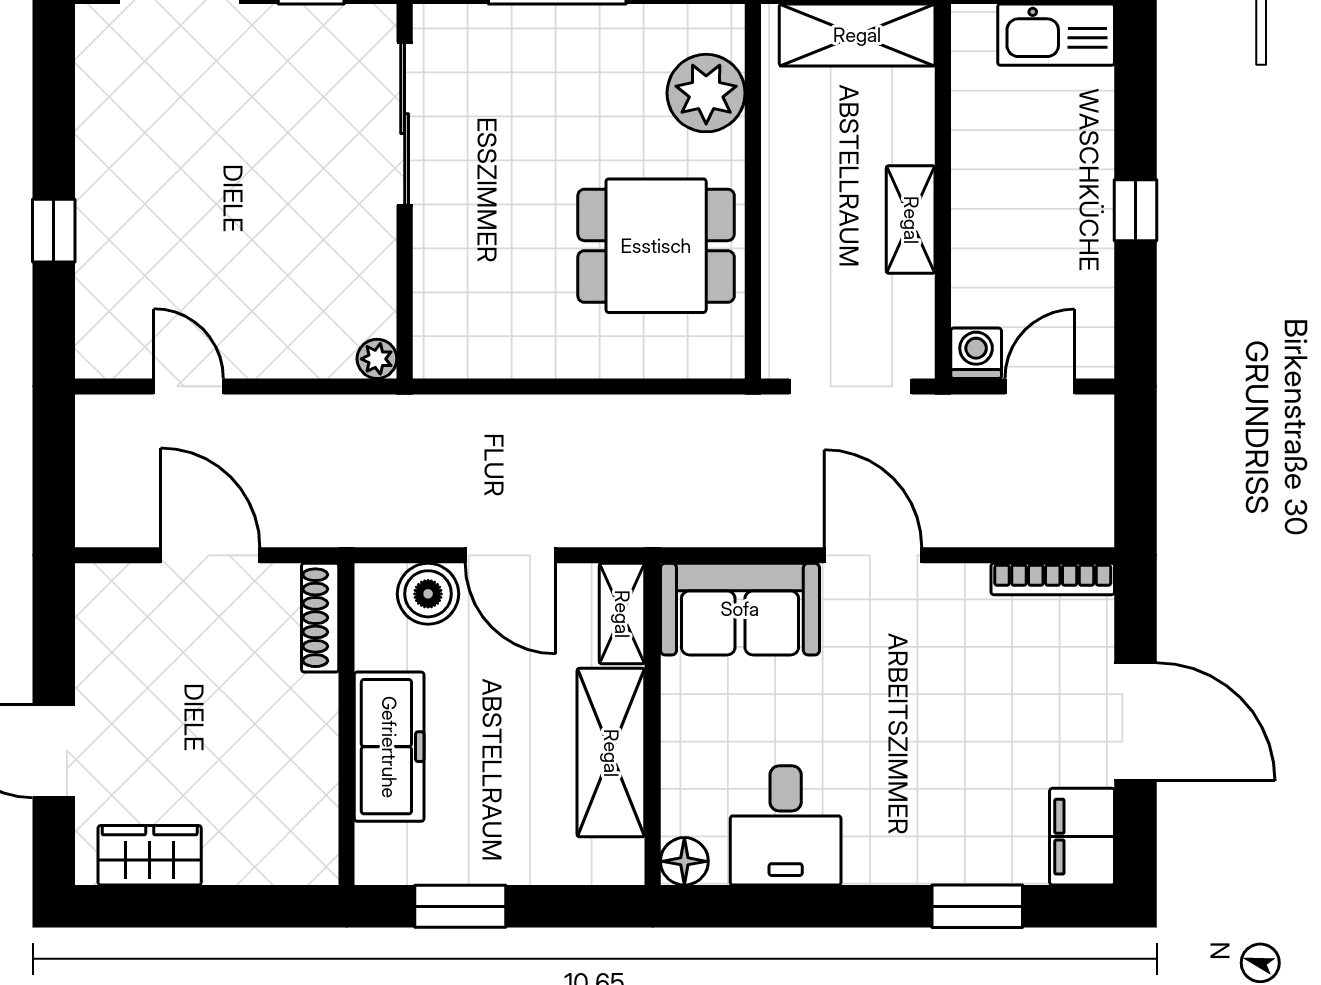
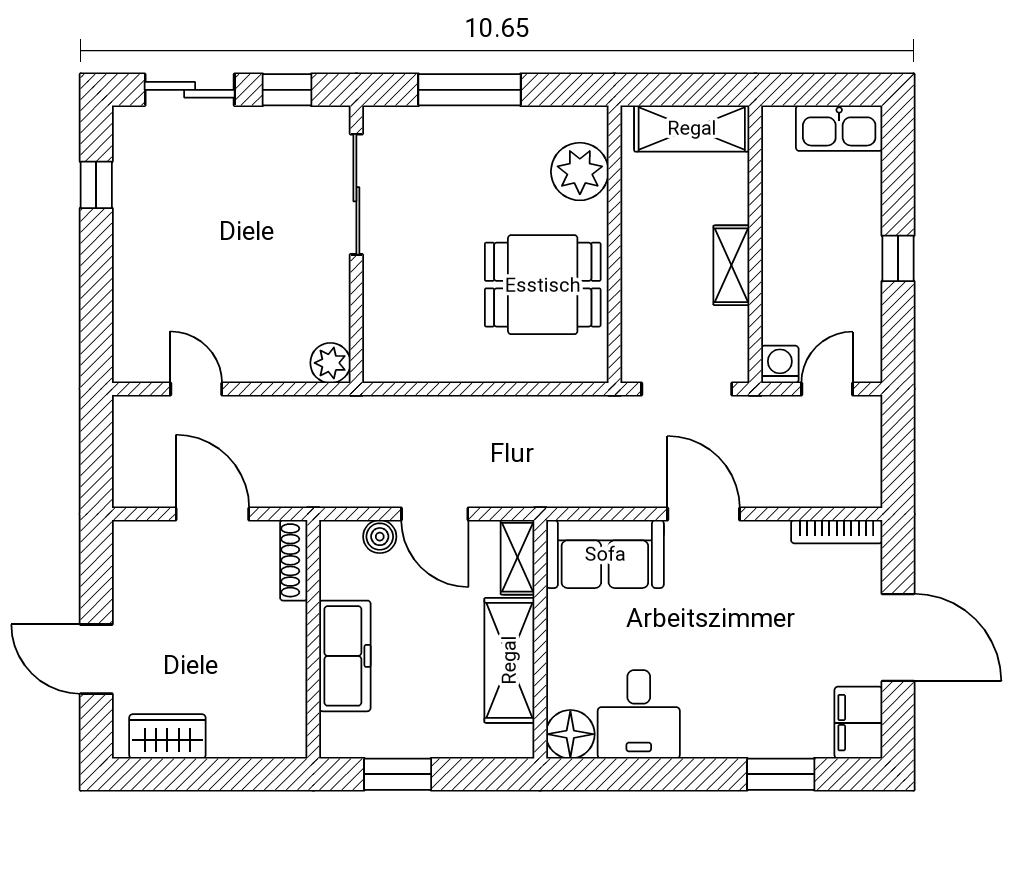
window: (54, 231) -> (96, 185), moved
plant: (377, 359) -> (330, 363), width x1.38, depth x1.38
boiler: (428, 594) -> (380, 537), width x0.73, depth x0.73
floor lamp: (684, 861) -> (570, 734), width x1.38, depth x1.38

